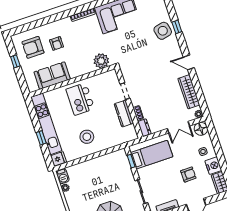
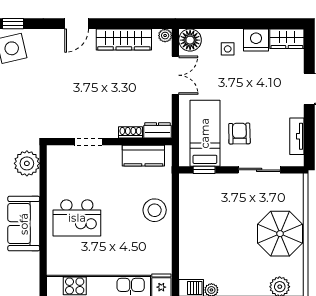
sofa: (52, 76) -> (24, 224), moved
kitchen counter: (124, 114) -> (143, 156), moved
stool: (87, 137) -> (155, 210), moved
armchair: (188, 175) -> (239, 134), moved

